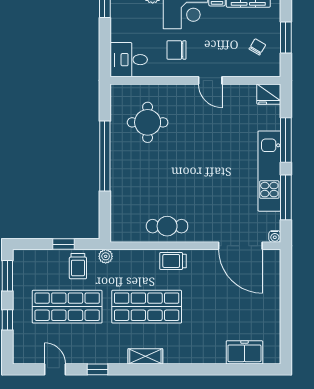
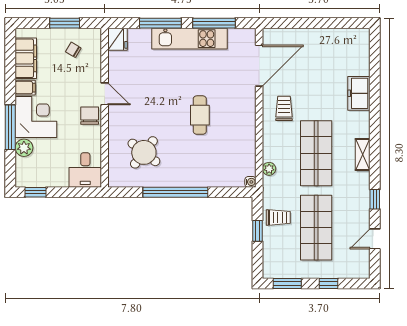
chair: (177, 50) -> (90, 116), moved, turned 180
door: (210, 80) -> (105, 94), hinge flipped
round table: (148, 122) -> (144, 152), turned 38
cafe table: (167, 226) -> (200, 115), moved
water cooler: (275, 236) -> (250, 182), moved
plant: (106, 256) -> (269, 169), moved
trolley: (173, 261) -> (284, 108), moved, turned 180
freezer: (244, 352) -> (359, 93), moved

